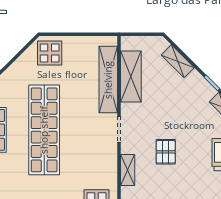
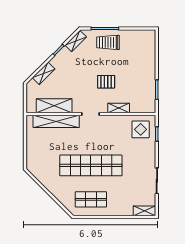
display table: (50, 53) -> (38, 162), removed

